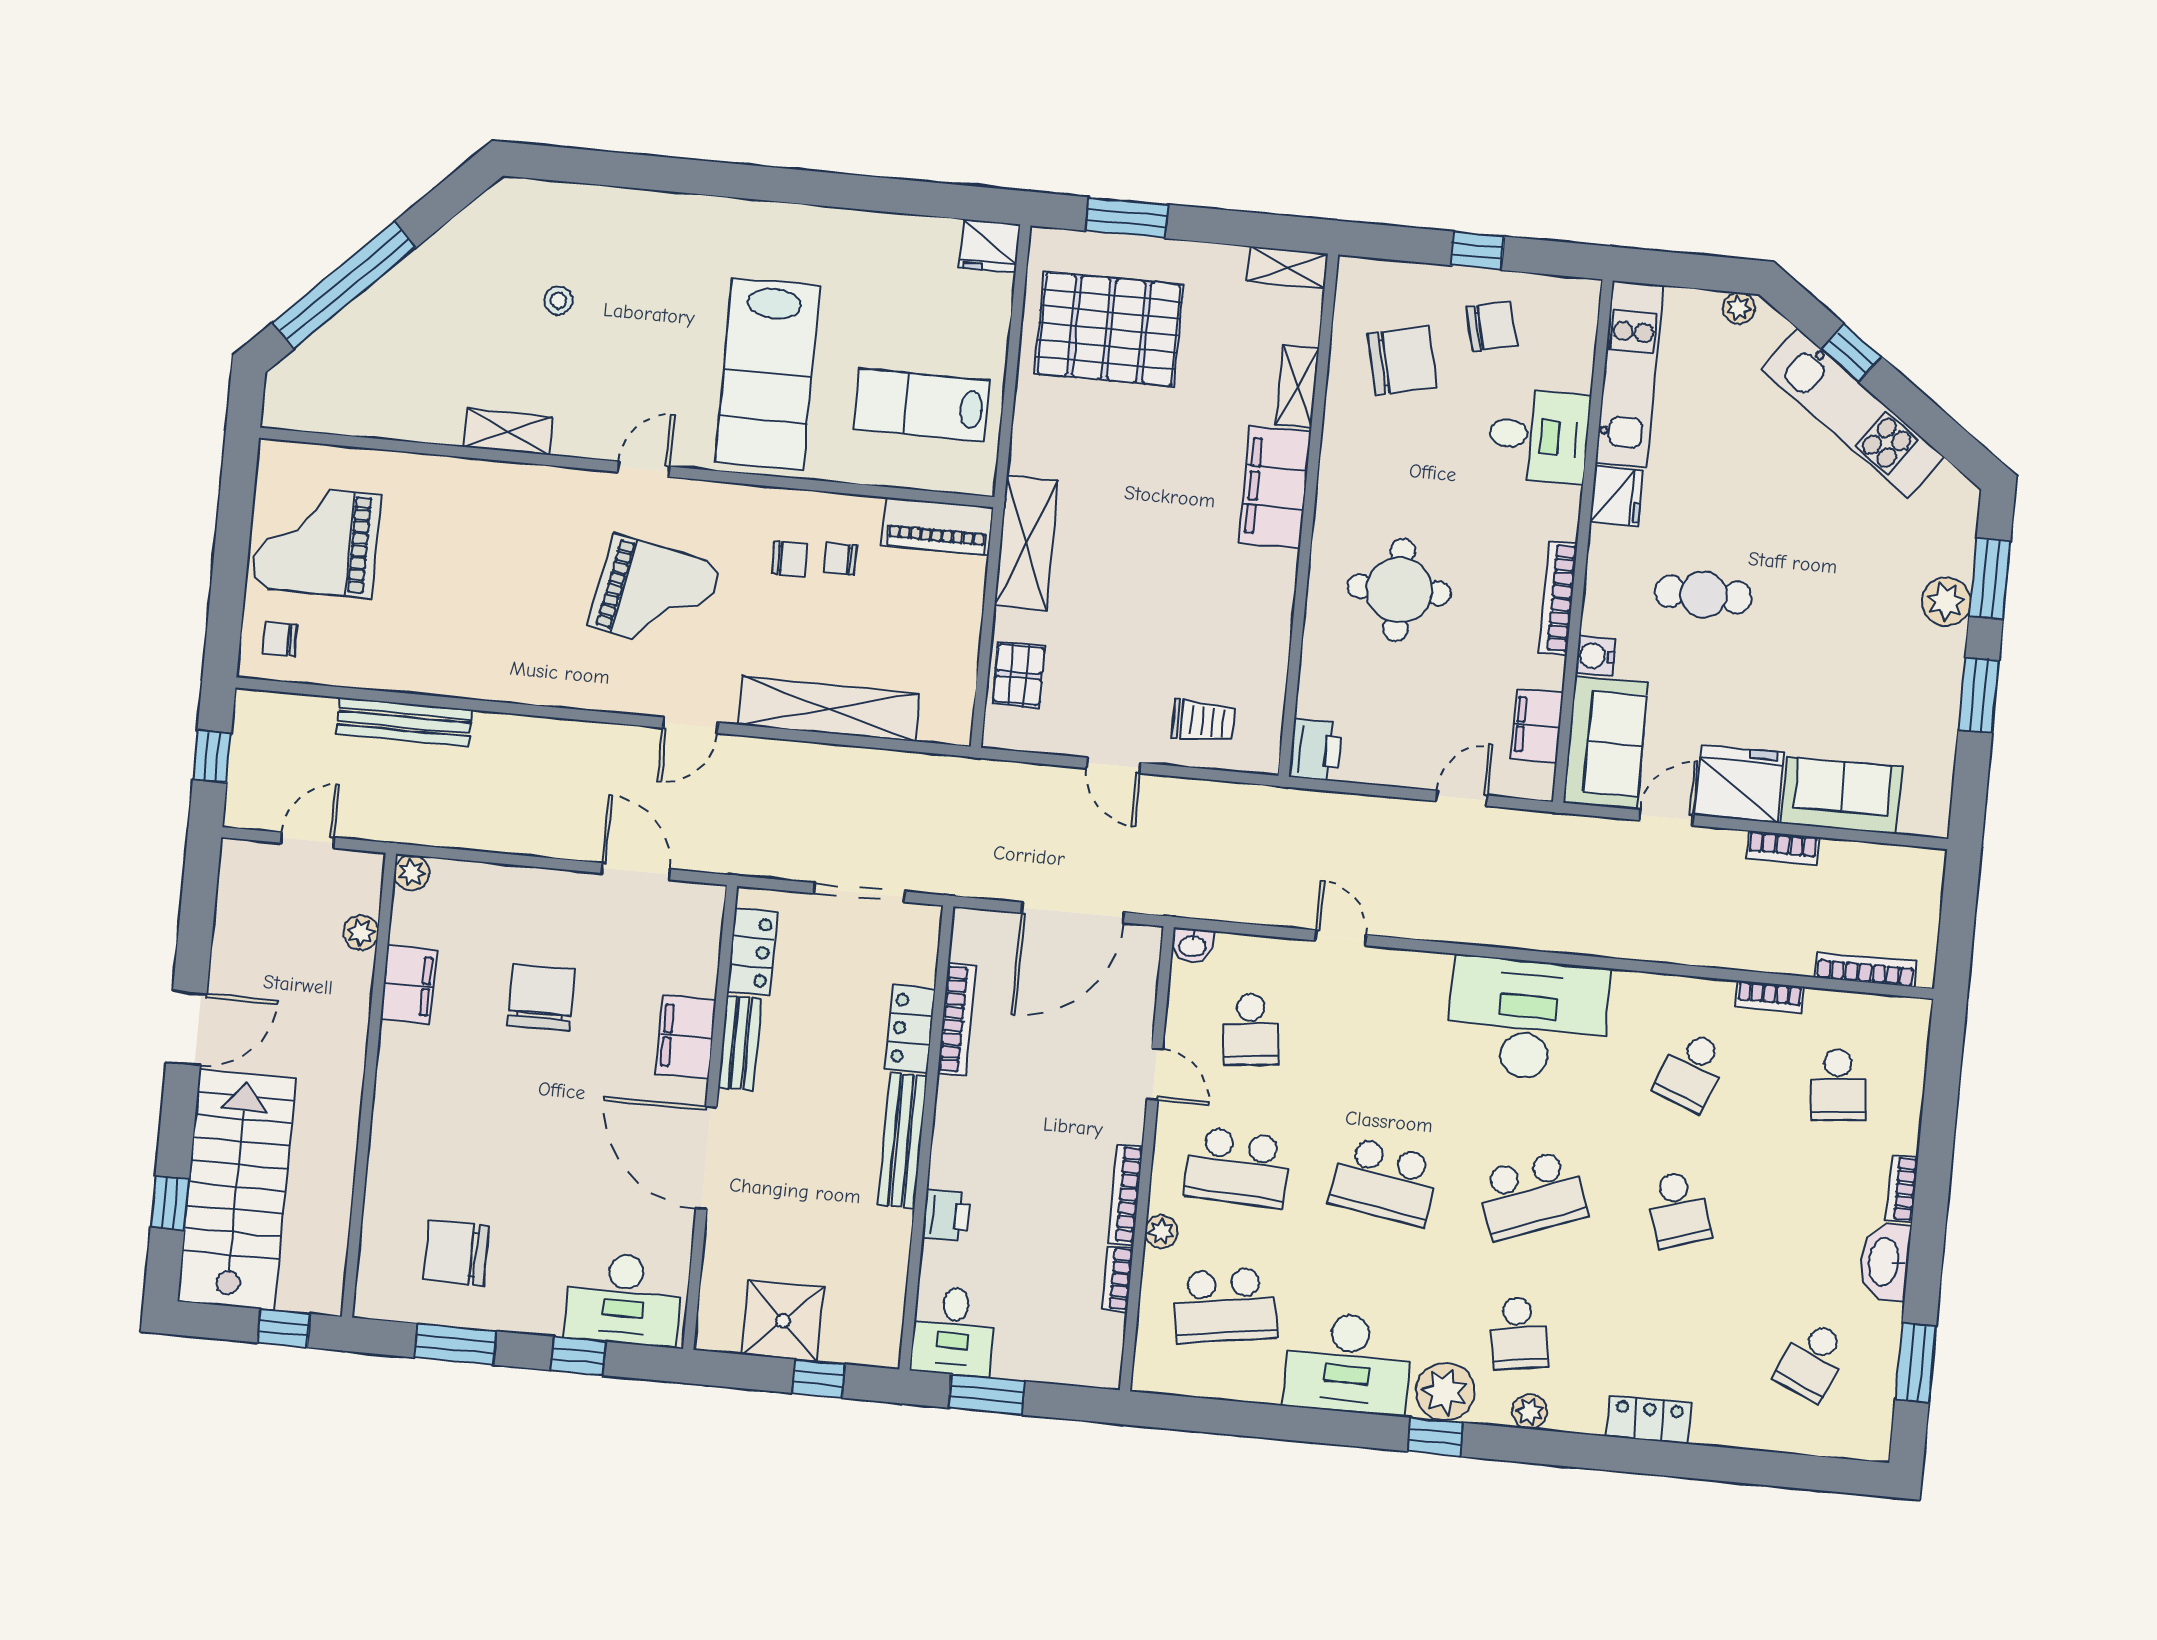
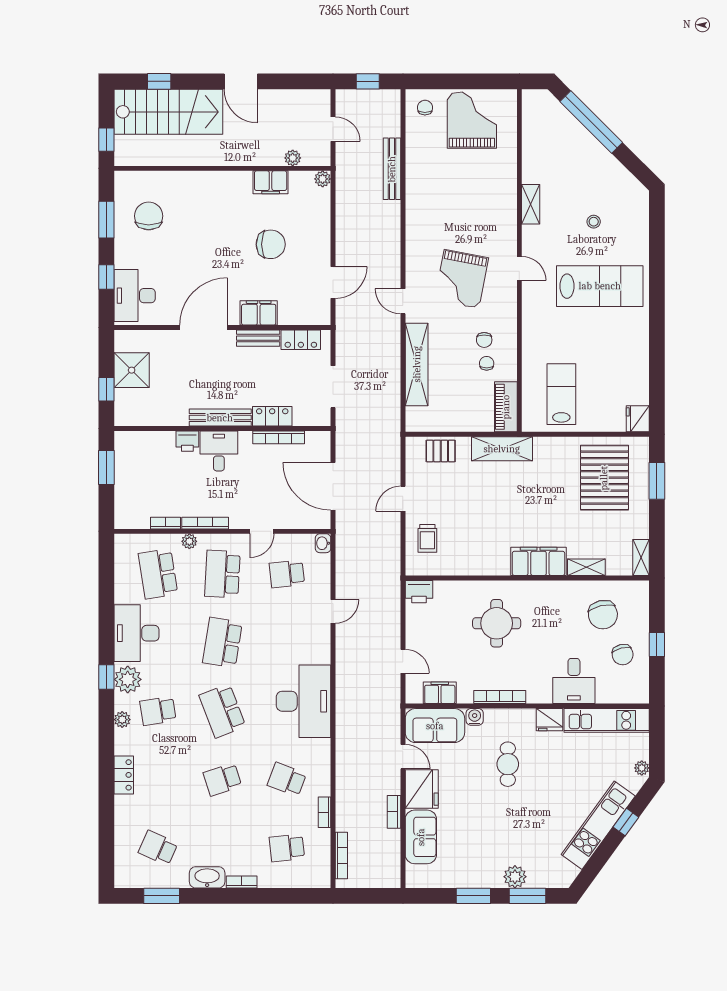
lab bench: (768, 374) -> (600, 286), moved, turned 180
desk: (953, 1331) -> (219, 451), moved, turned 90

